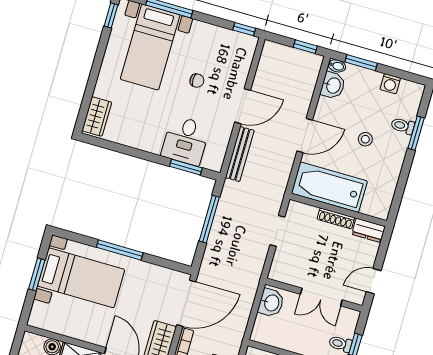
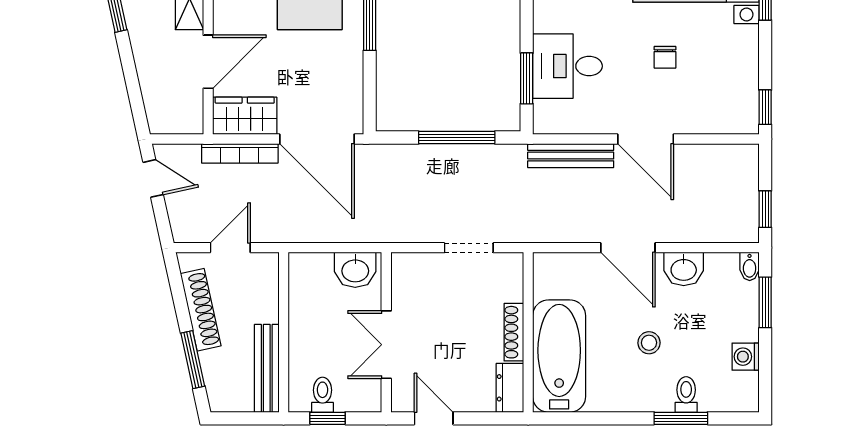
washbasin: (333, 85) -> (684, 269), moved
bathtub: (329, 187) -> (559, 356), moved

